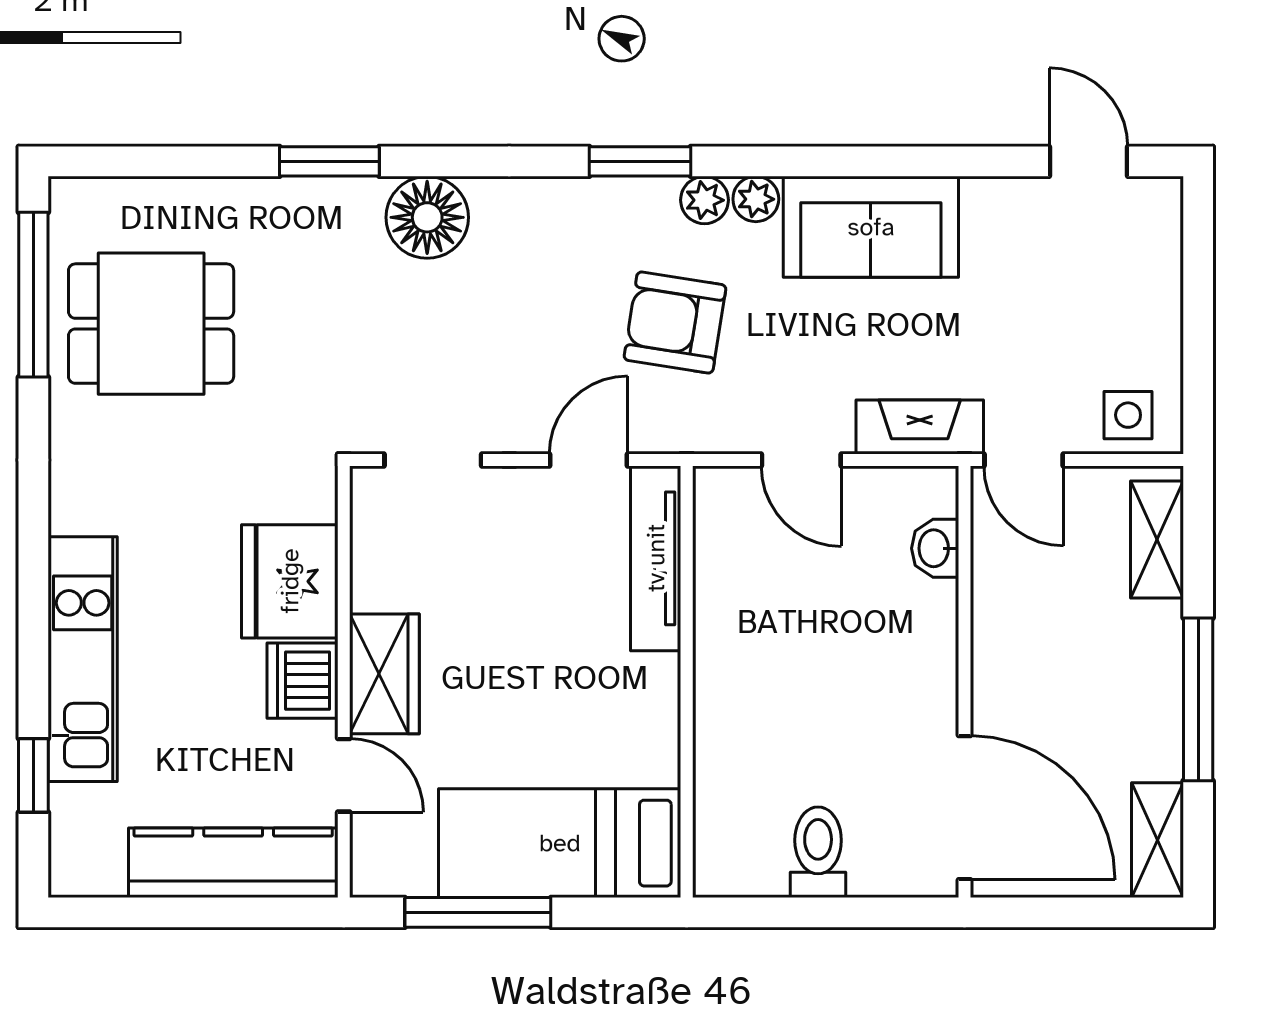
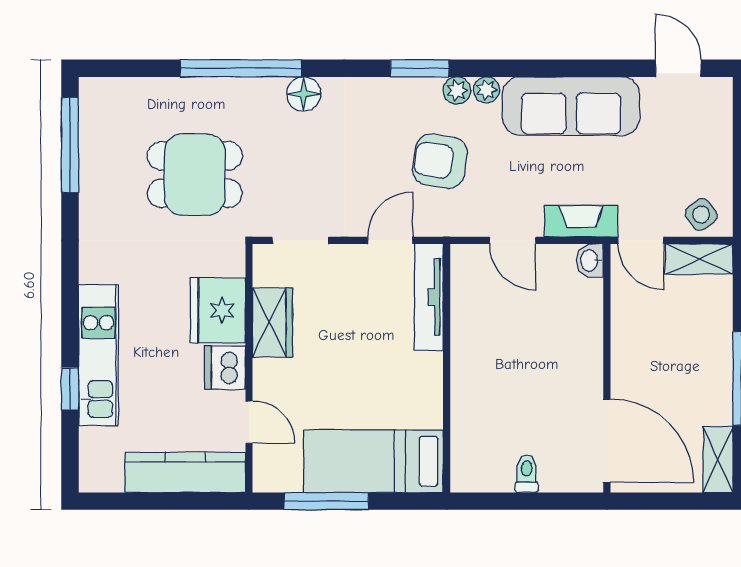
window: (329, 161) -> (241, 68), width x2.11
floor lamp: (427, 217) -> (304, 94), width x0.73, depth x0.73
sofa: (871, 227) -> (571, 106), width x1.36
dining table: (151, 324) -> (195, 175), moved
side table: (1128, 415) -> (701, 214), turned -37
shelving: (1157, 539) -> (699, 259), moved, turned 90
washbasin: (935, 548) -> (590, 261), moved
wardrobe: (384, 674) -> (272, 322), moved
window: (33, 775) -> (70, 389), moved
toilet: (818, 852) -> (527, 474), width x0.73, depth x0.72

